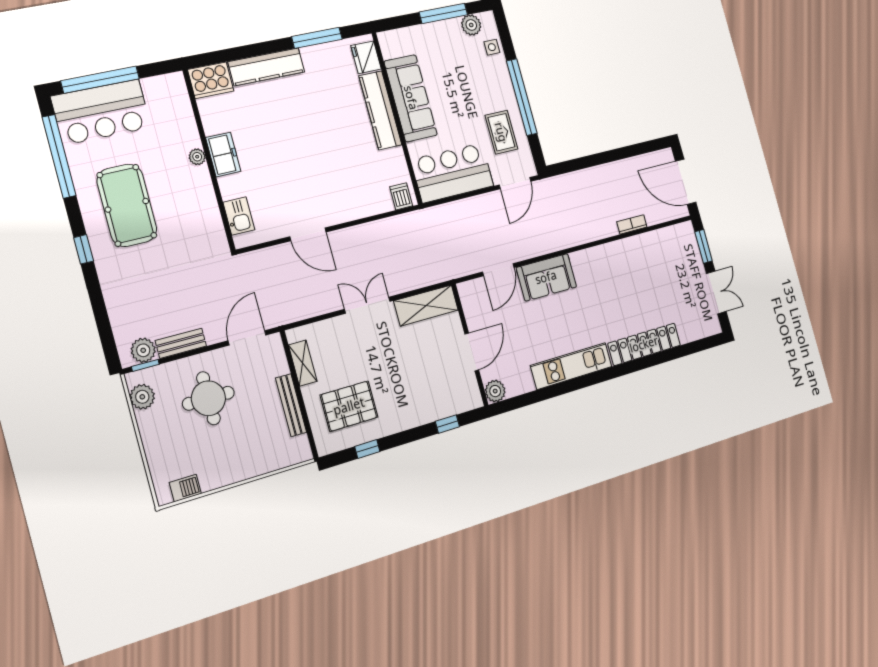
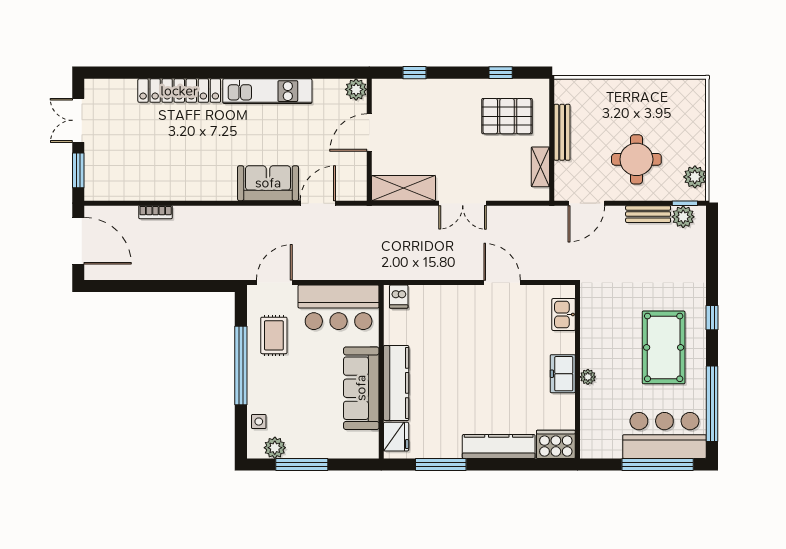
barbecue: (185, 488) -> (678, 88), removed

